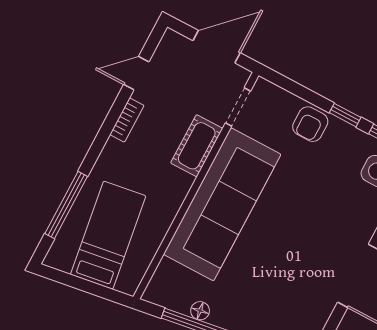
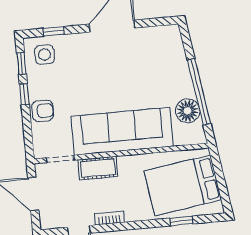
window: (66, 205) -> (181, 221), width x0.46
bed: (108, 235) -> (183, 185), width x1.50
floor lamp: (200, 311) -> (188, 111), width x1.89, depth x1.89

